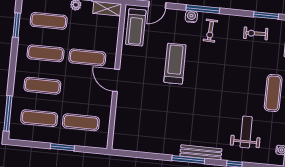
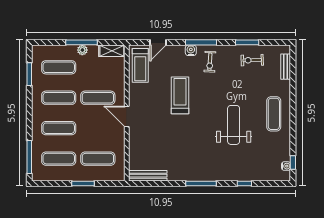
window: (266, 15) -> (247, 42), moved
weight bench: (246, 132) -> (234, 125), moved, width x1.36, depth x1.33
bench: (201, 152) -> (148, 176), moved

